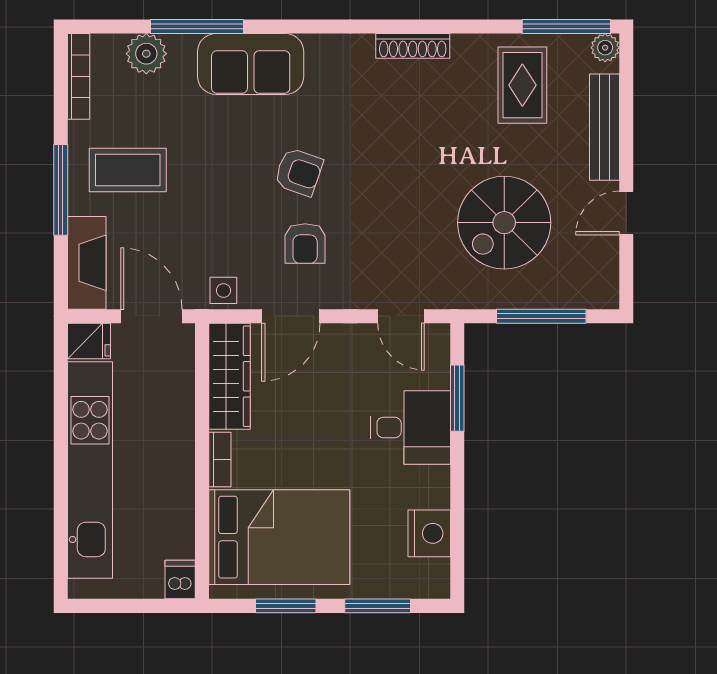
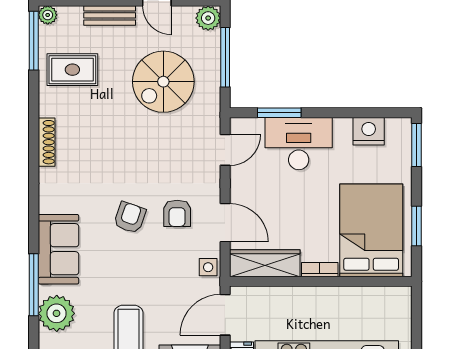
plant: (146, 54) -> (57, 313), width x1.36, depth x1.36
bench: (604, 127) -> (110, 15), width x0.73
spiral stairs: (504, 223) -> (163, 82), turned 90
armchair: (305, 243) -> (177, 213), turned 90
plant: (601, 290) -> (208, 18), added
desk: (411, 427) -> (299, 144), width x1.37
dishwasher: (180, 580) -> (399, 296), removed
window: (378, 606) -> (417, 145), moved

